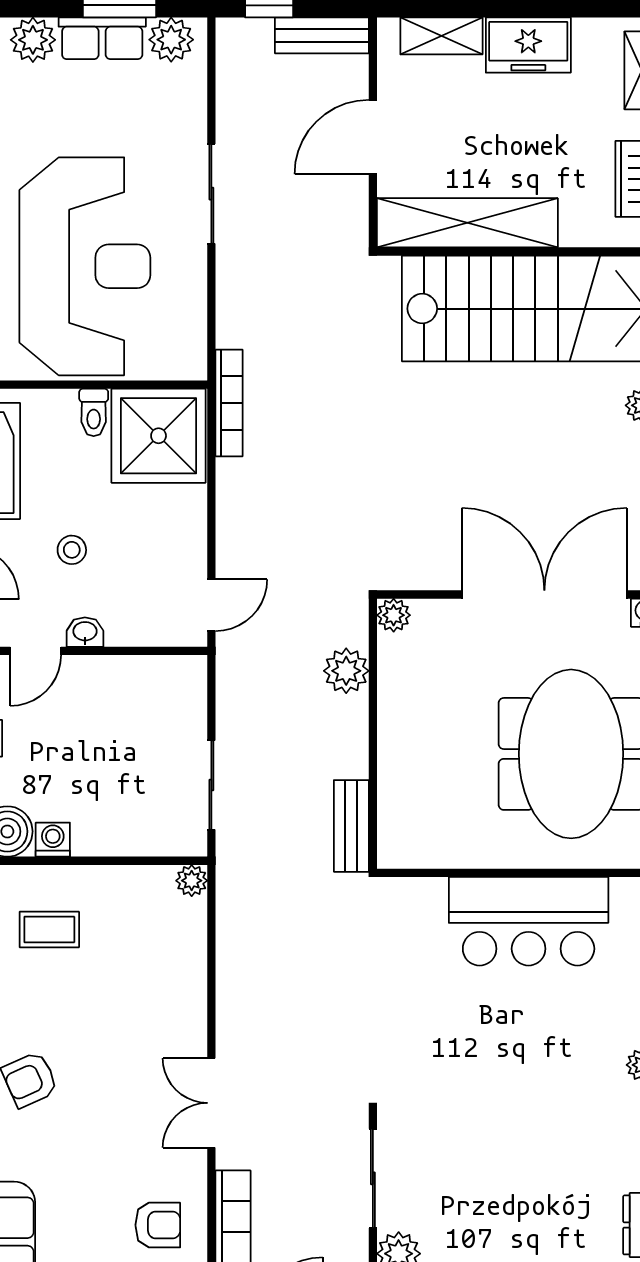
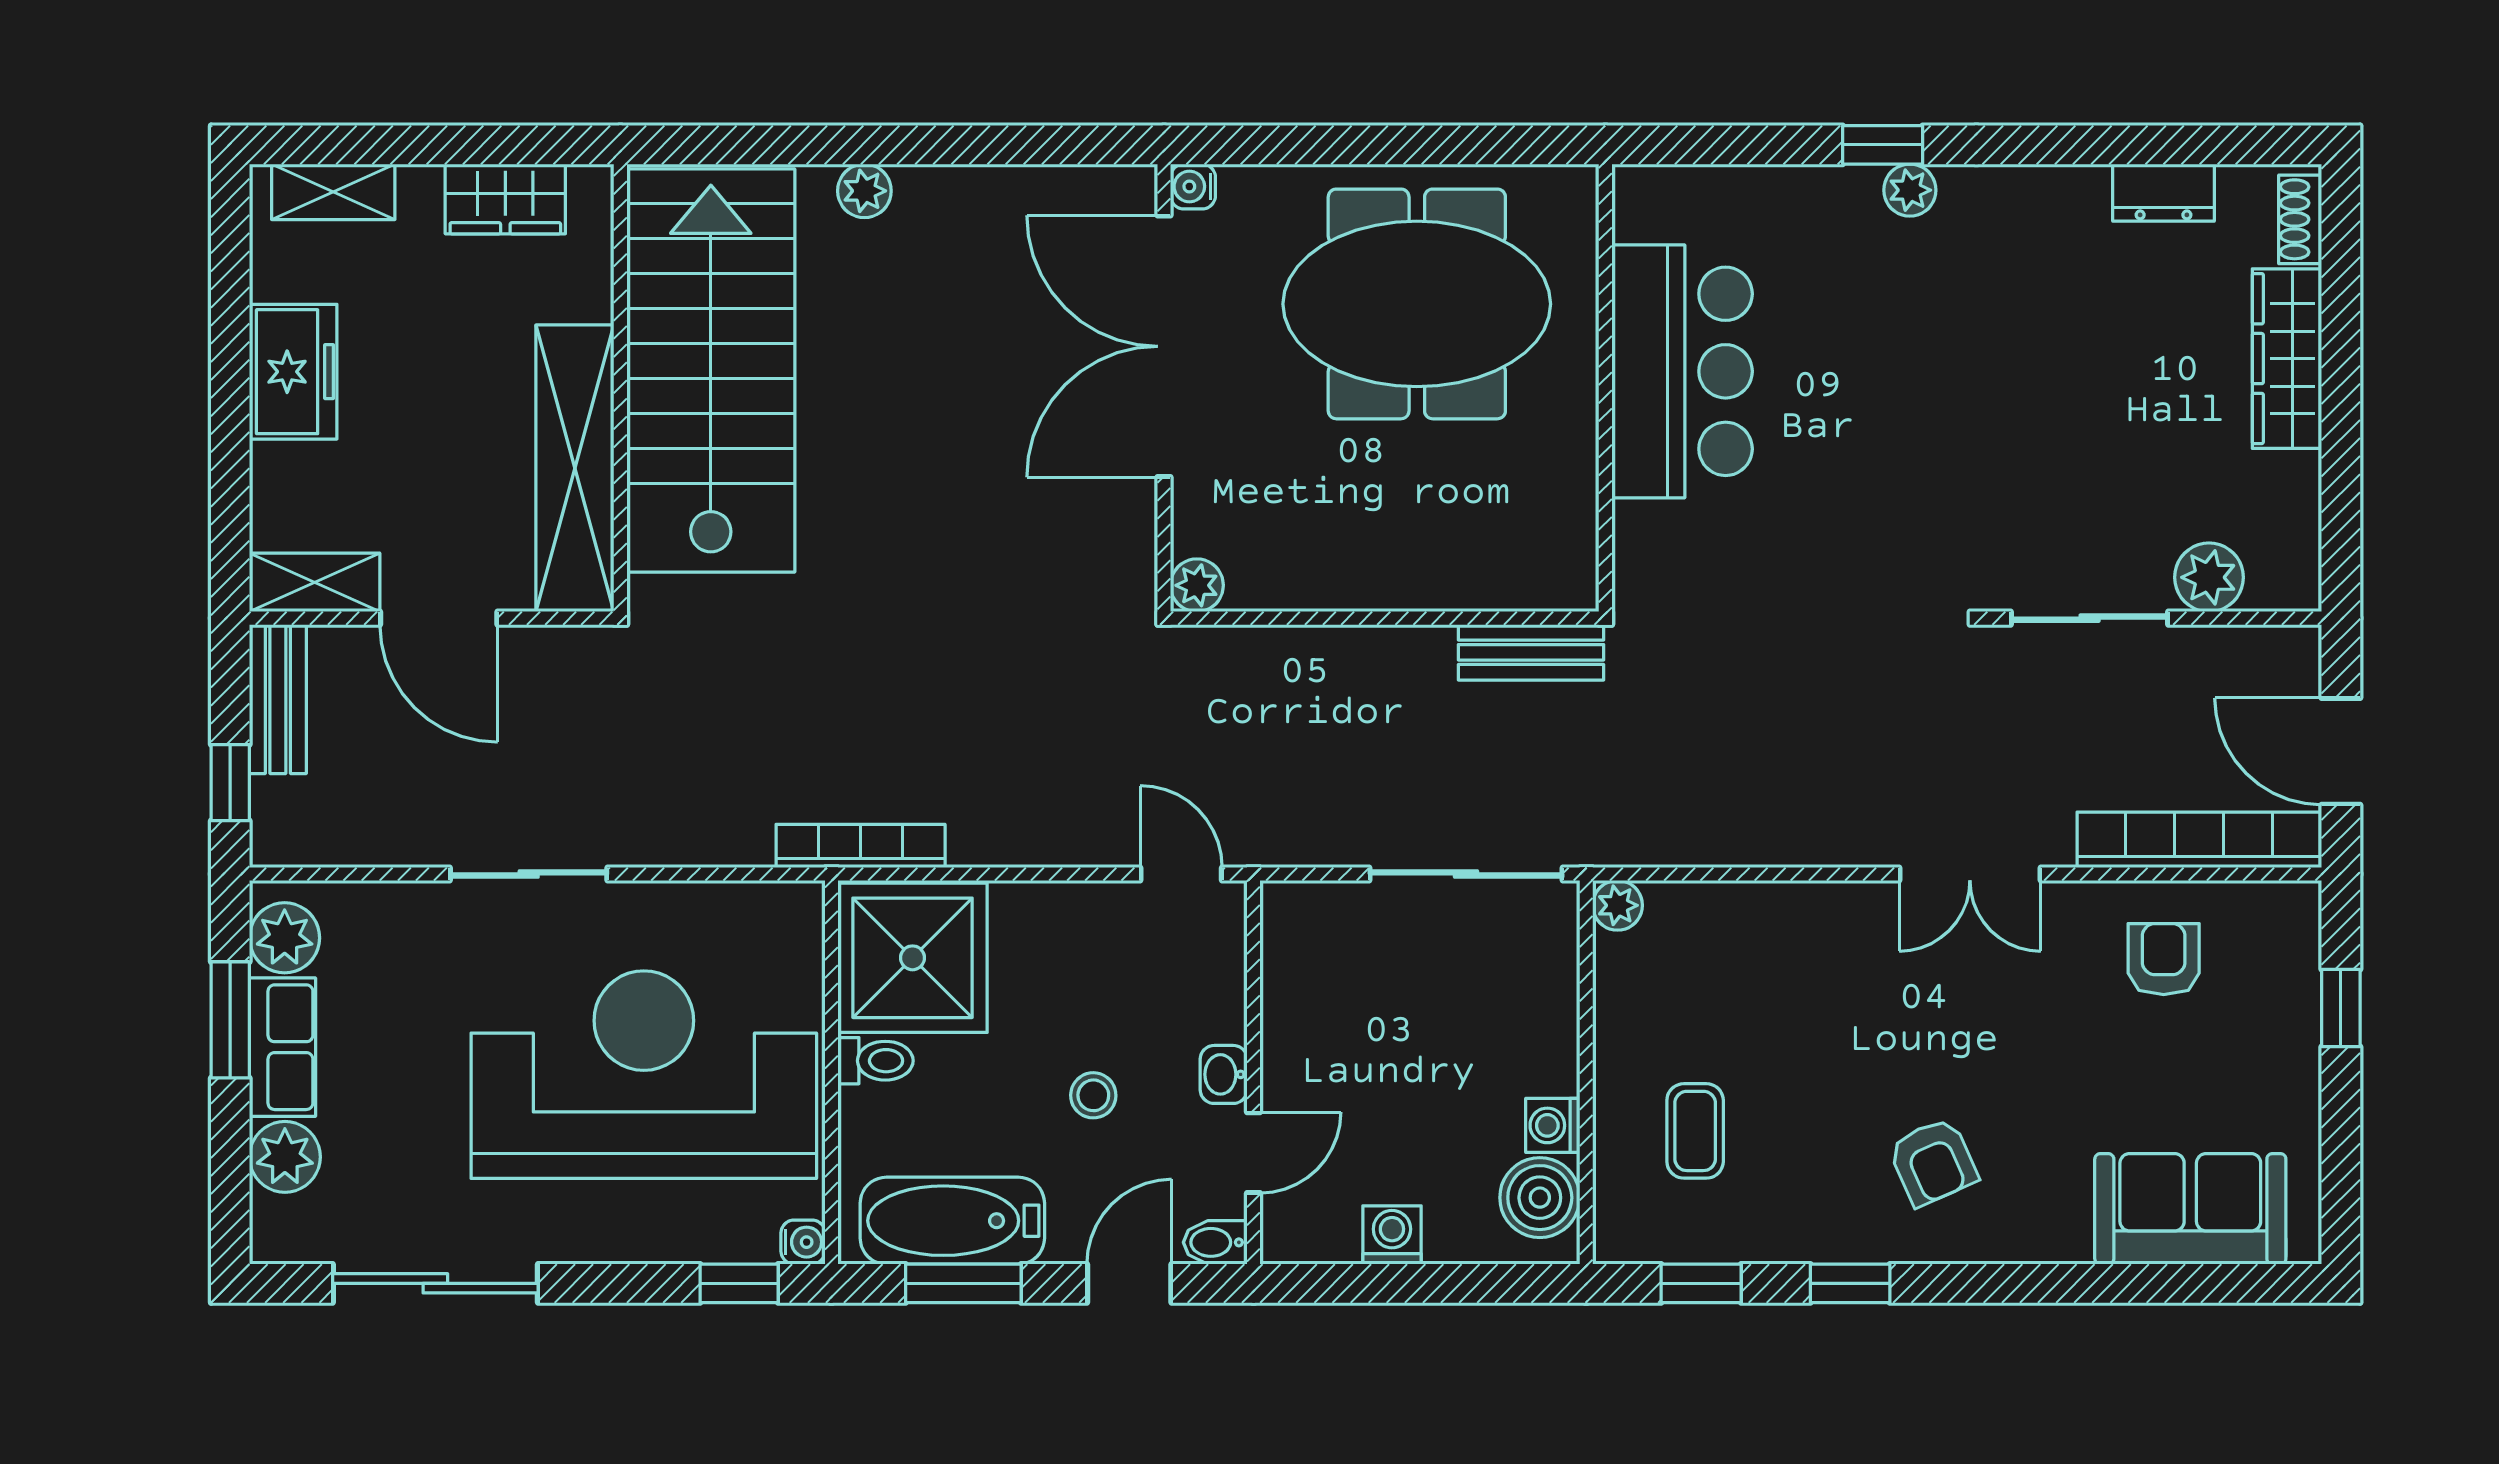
shelving: (441, 36) -> (315, 582), moved, turned 90
door: (36, 651) -> (1254, 1153), hinge flipped
plant: (346, 671) -> (1285, 660), removed
sliding door: (211, 785) -> (1466, 874), width x1.37

